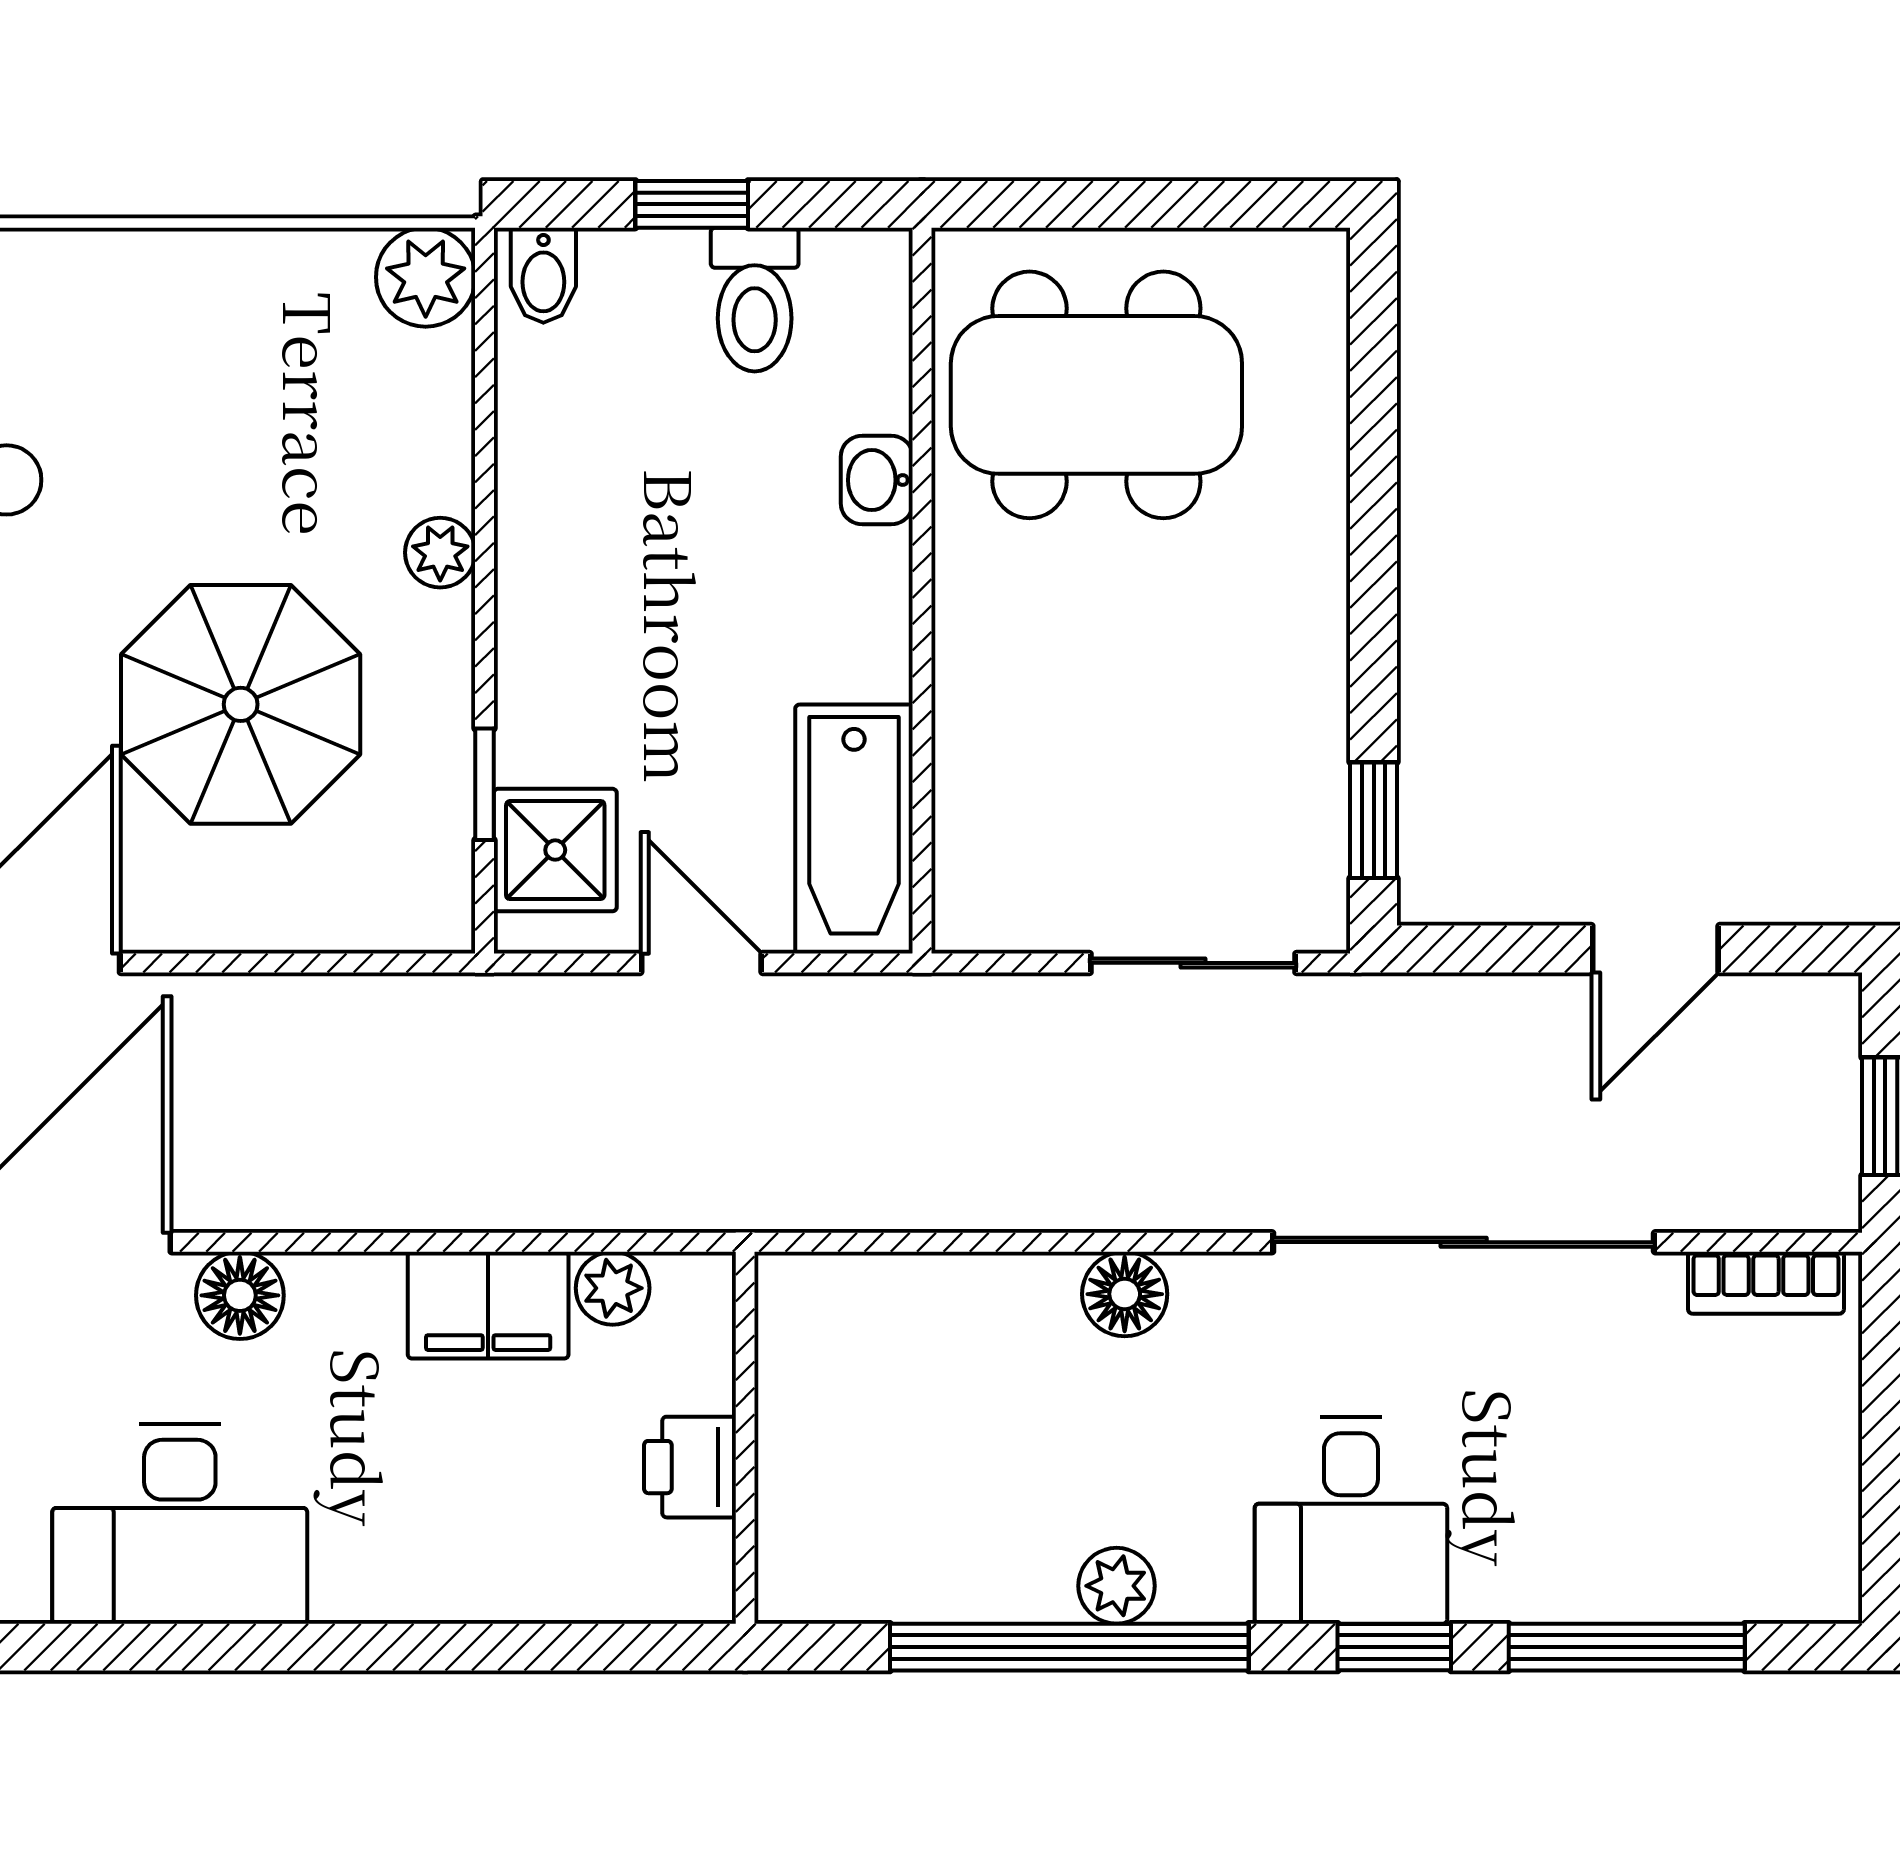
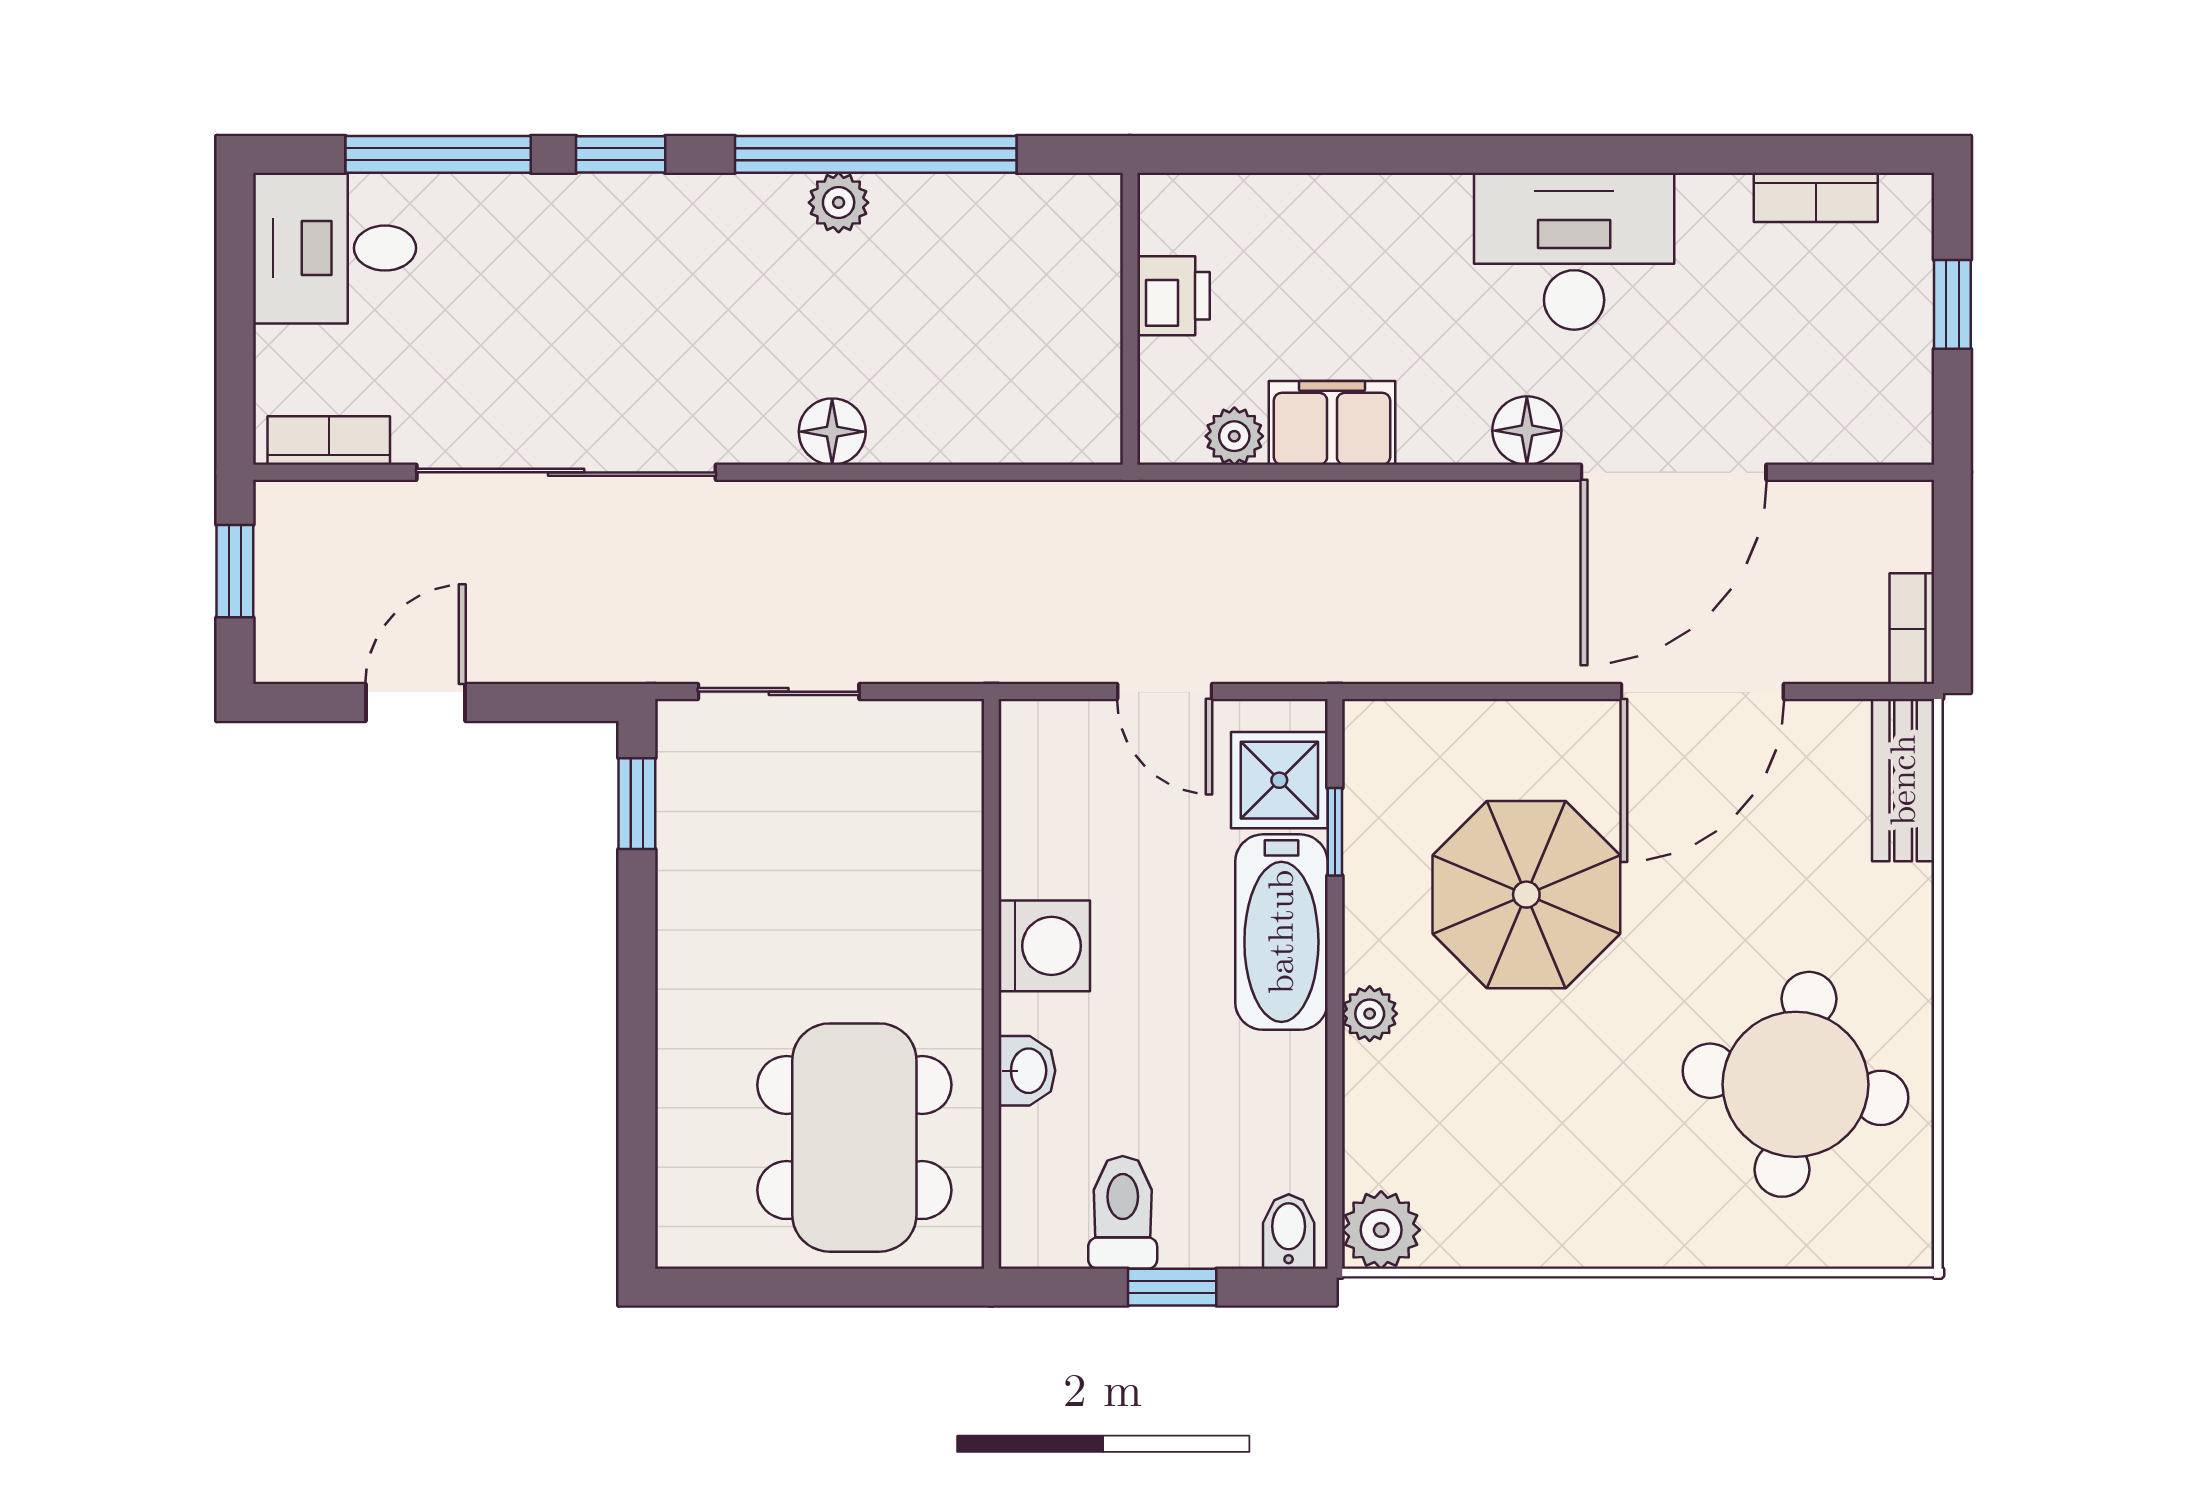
dining table: (1096, 395) -> (854, 1138), turned 90
washing machine: (855, 639) -> (1044, 946), added
bathtub: (854, 829) -> (1281, 932), moved, turned 180
desk: (1351, 1520) -> (335, 248), moved, turned -90

